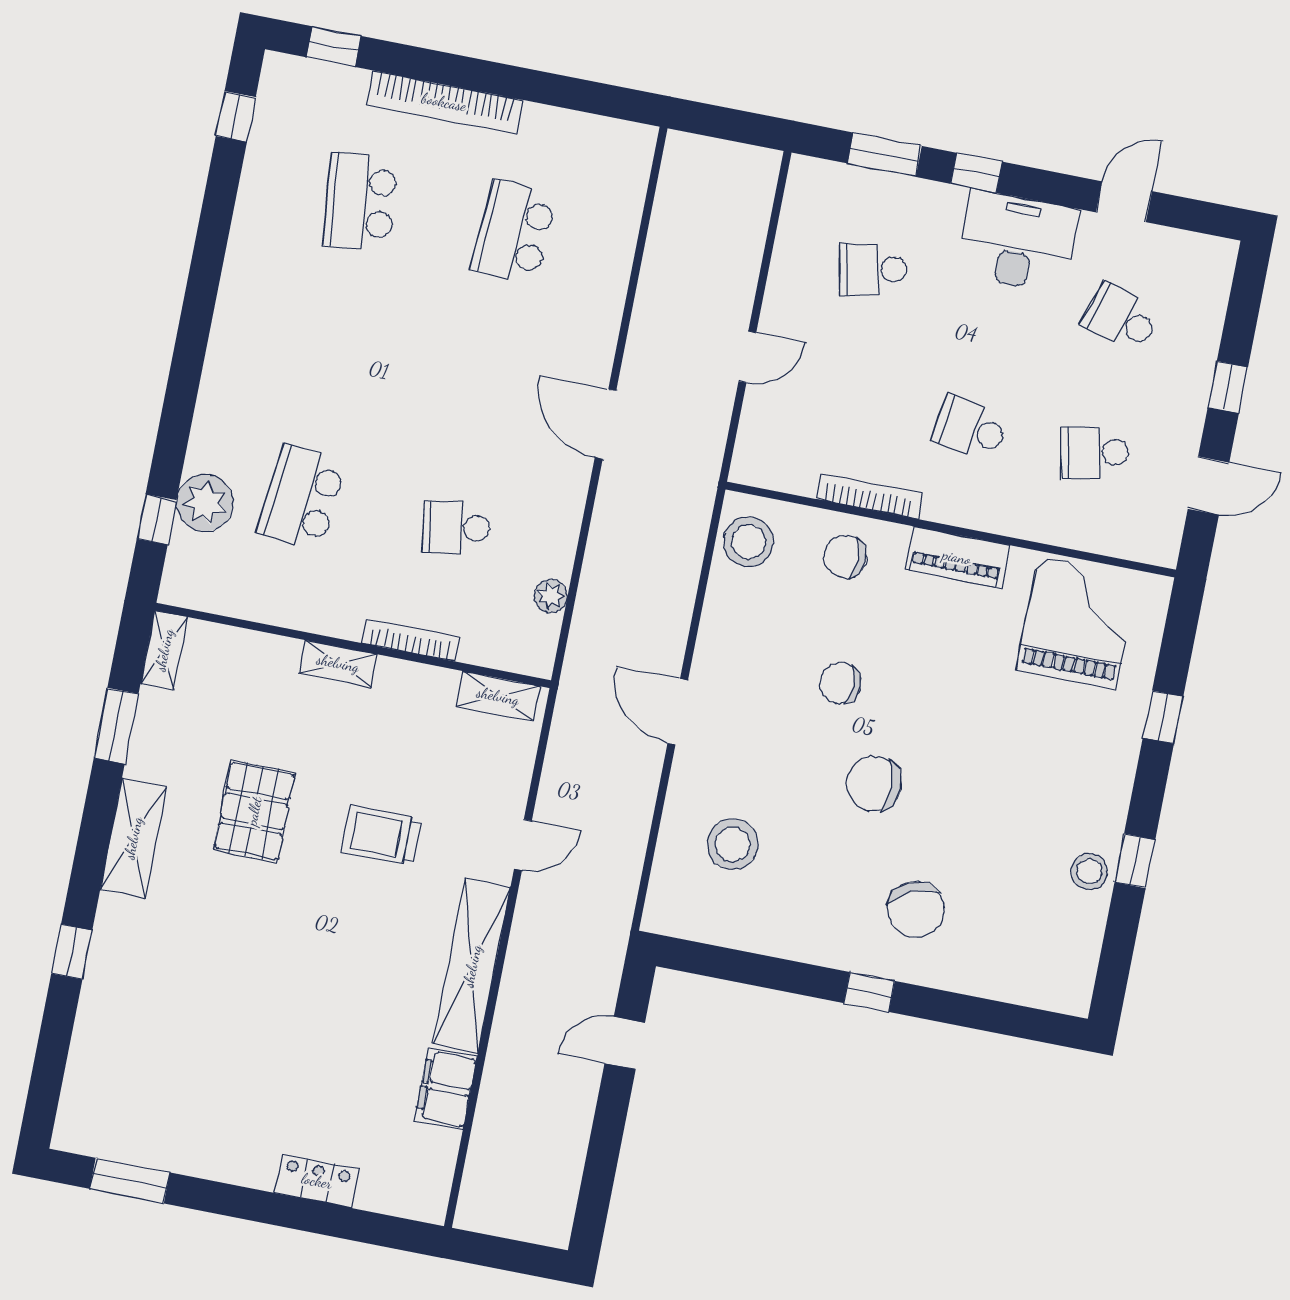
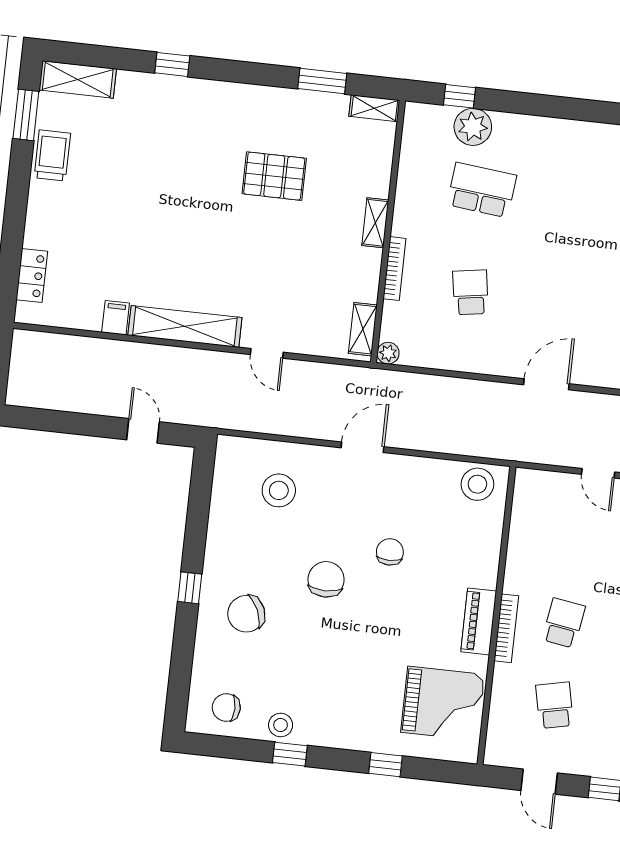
bookcase: (869, 496) -> (506, 628), moved
chair: (845, 556) -> (226, 707), moved, turned -90
plant: (551, 596) -> (388, 353), moved
trolley: (381, 835) -> (52, 155), moved
shelving: (133, 838) -> (78, 79), moved
filing cabinet: (446, 1088) -> (116, 318), width x0.50
locker: (317, 1181) -> (32, 275), moved

